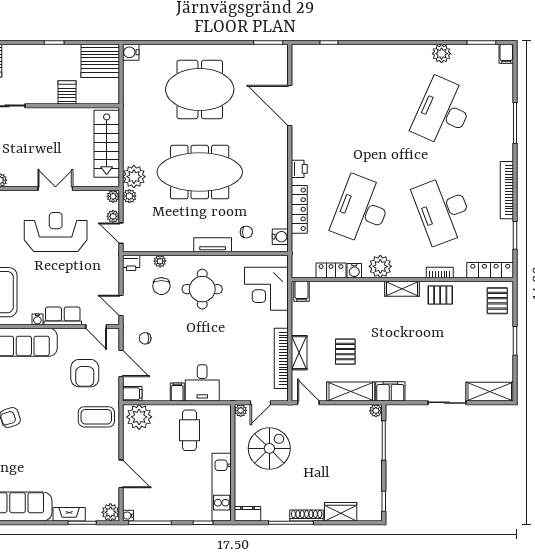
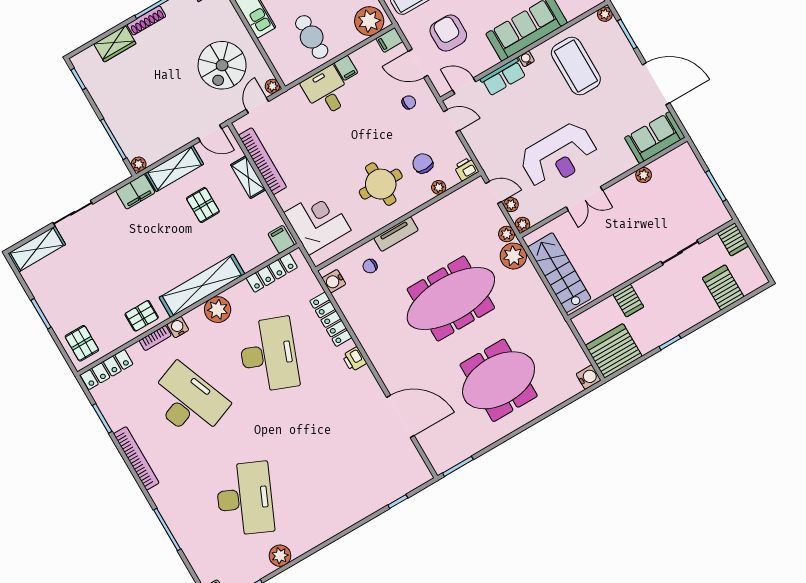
locker: (331, 270) -> (272, 273), width x1.53
water cooler: (354, 271) -> (178, 327), moved
shelving: (402, 289) -> (202, 286), width x2.20, depth x1.33

